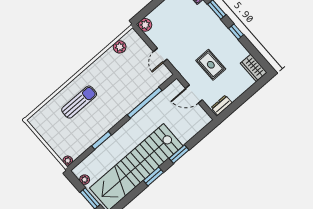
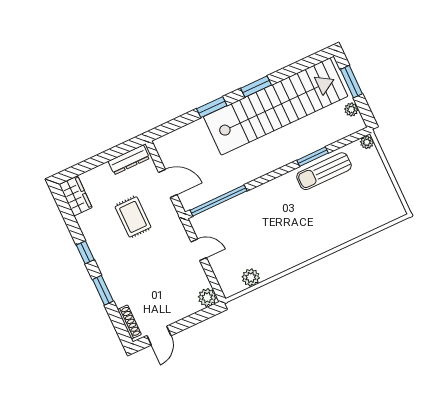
door: (160, 55) -> (199, 250), hinge flipped
sun lounger: (79, 102) -> (324, 171), moved
window: (145, 103) -> (219, 200), moved
dresser: (222, 105) -> (129, 160), width x1.44

